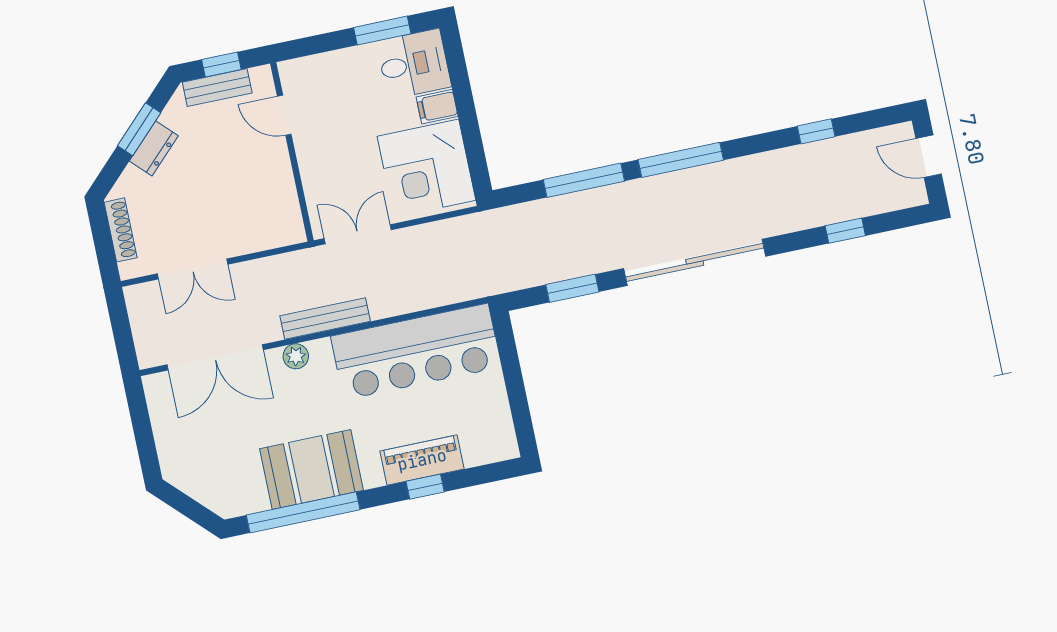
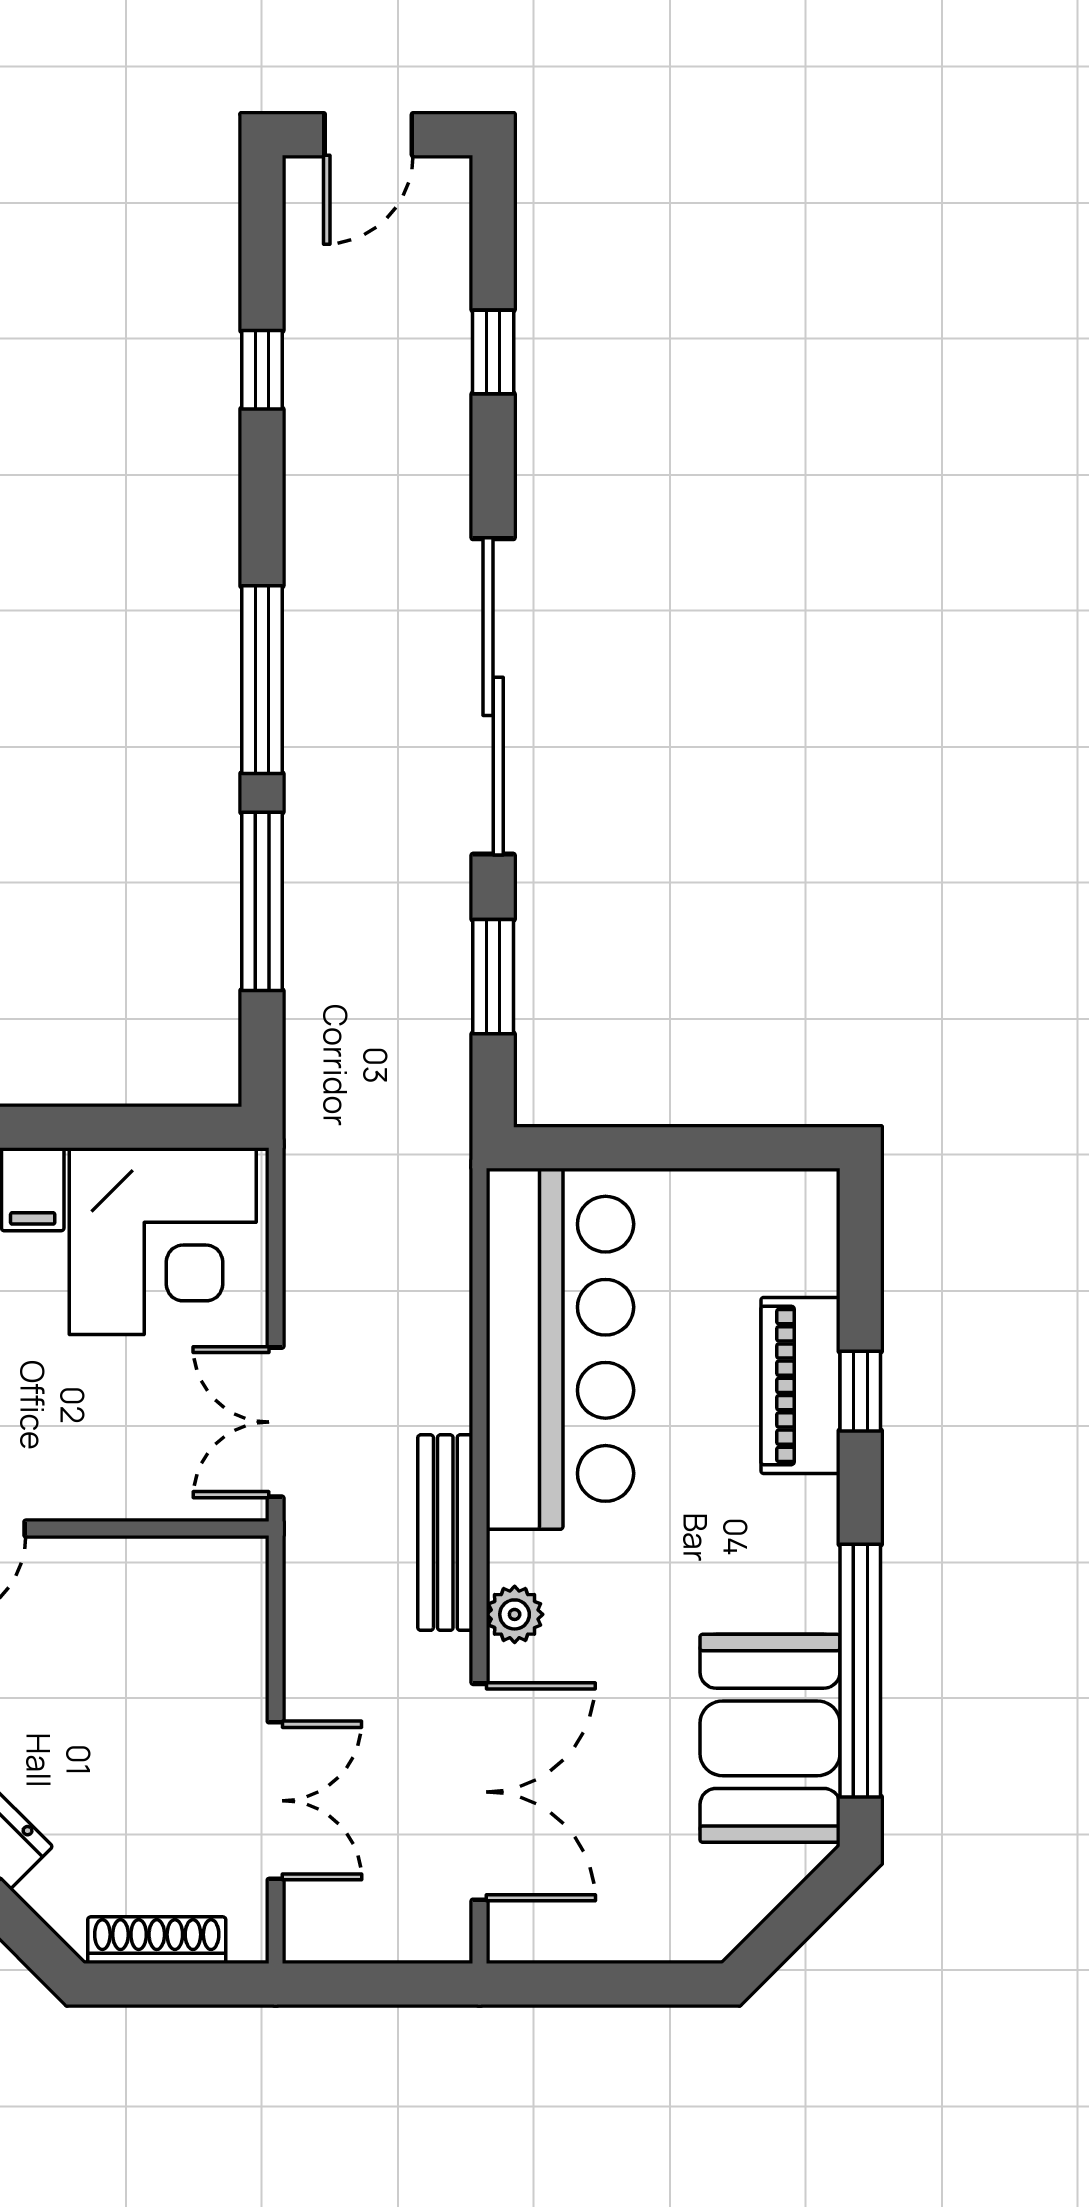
booth: (311, 469) -> (770, 1738), moved

